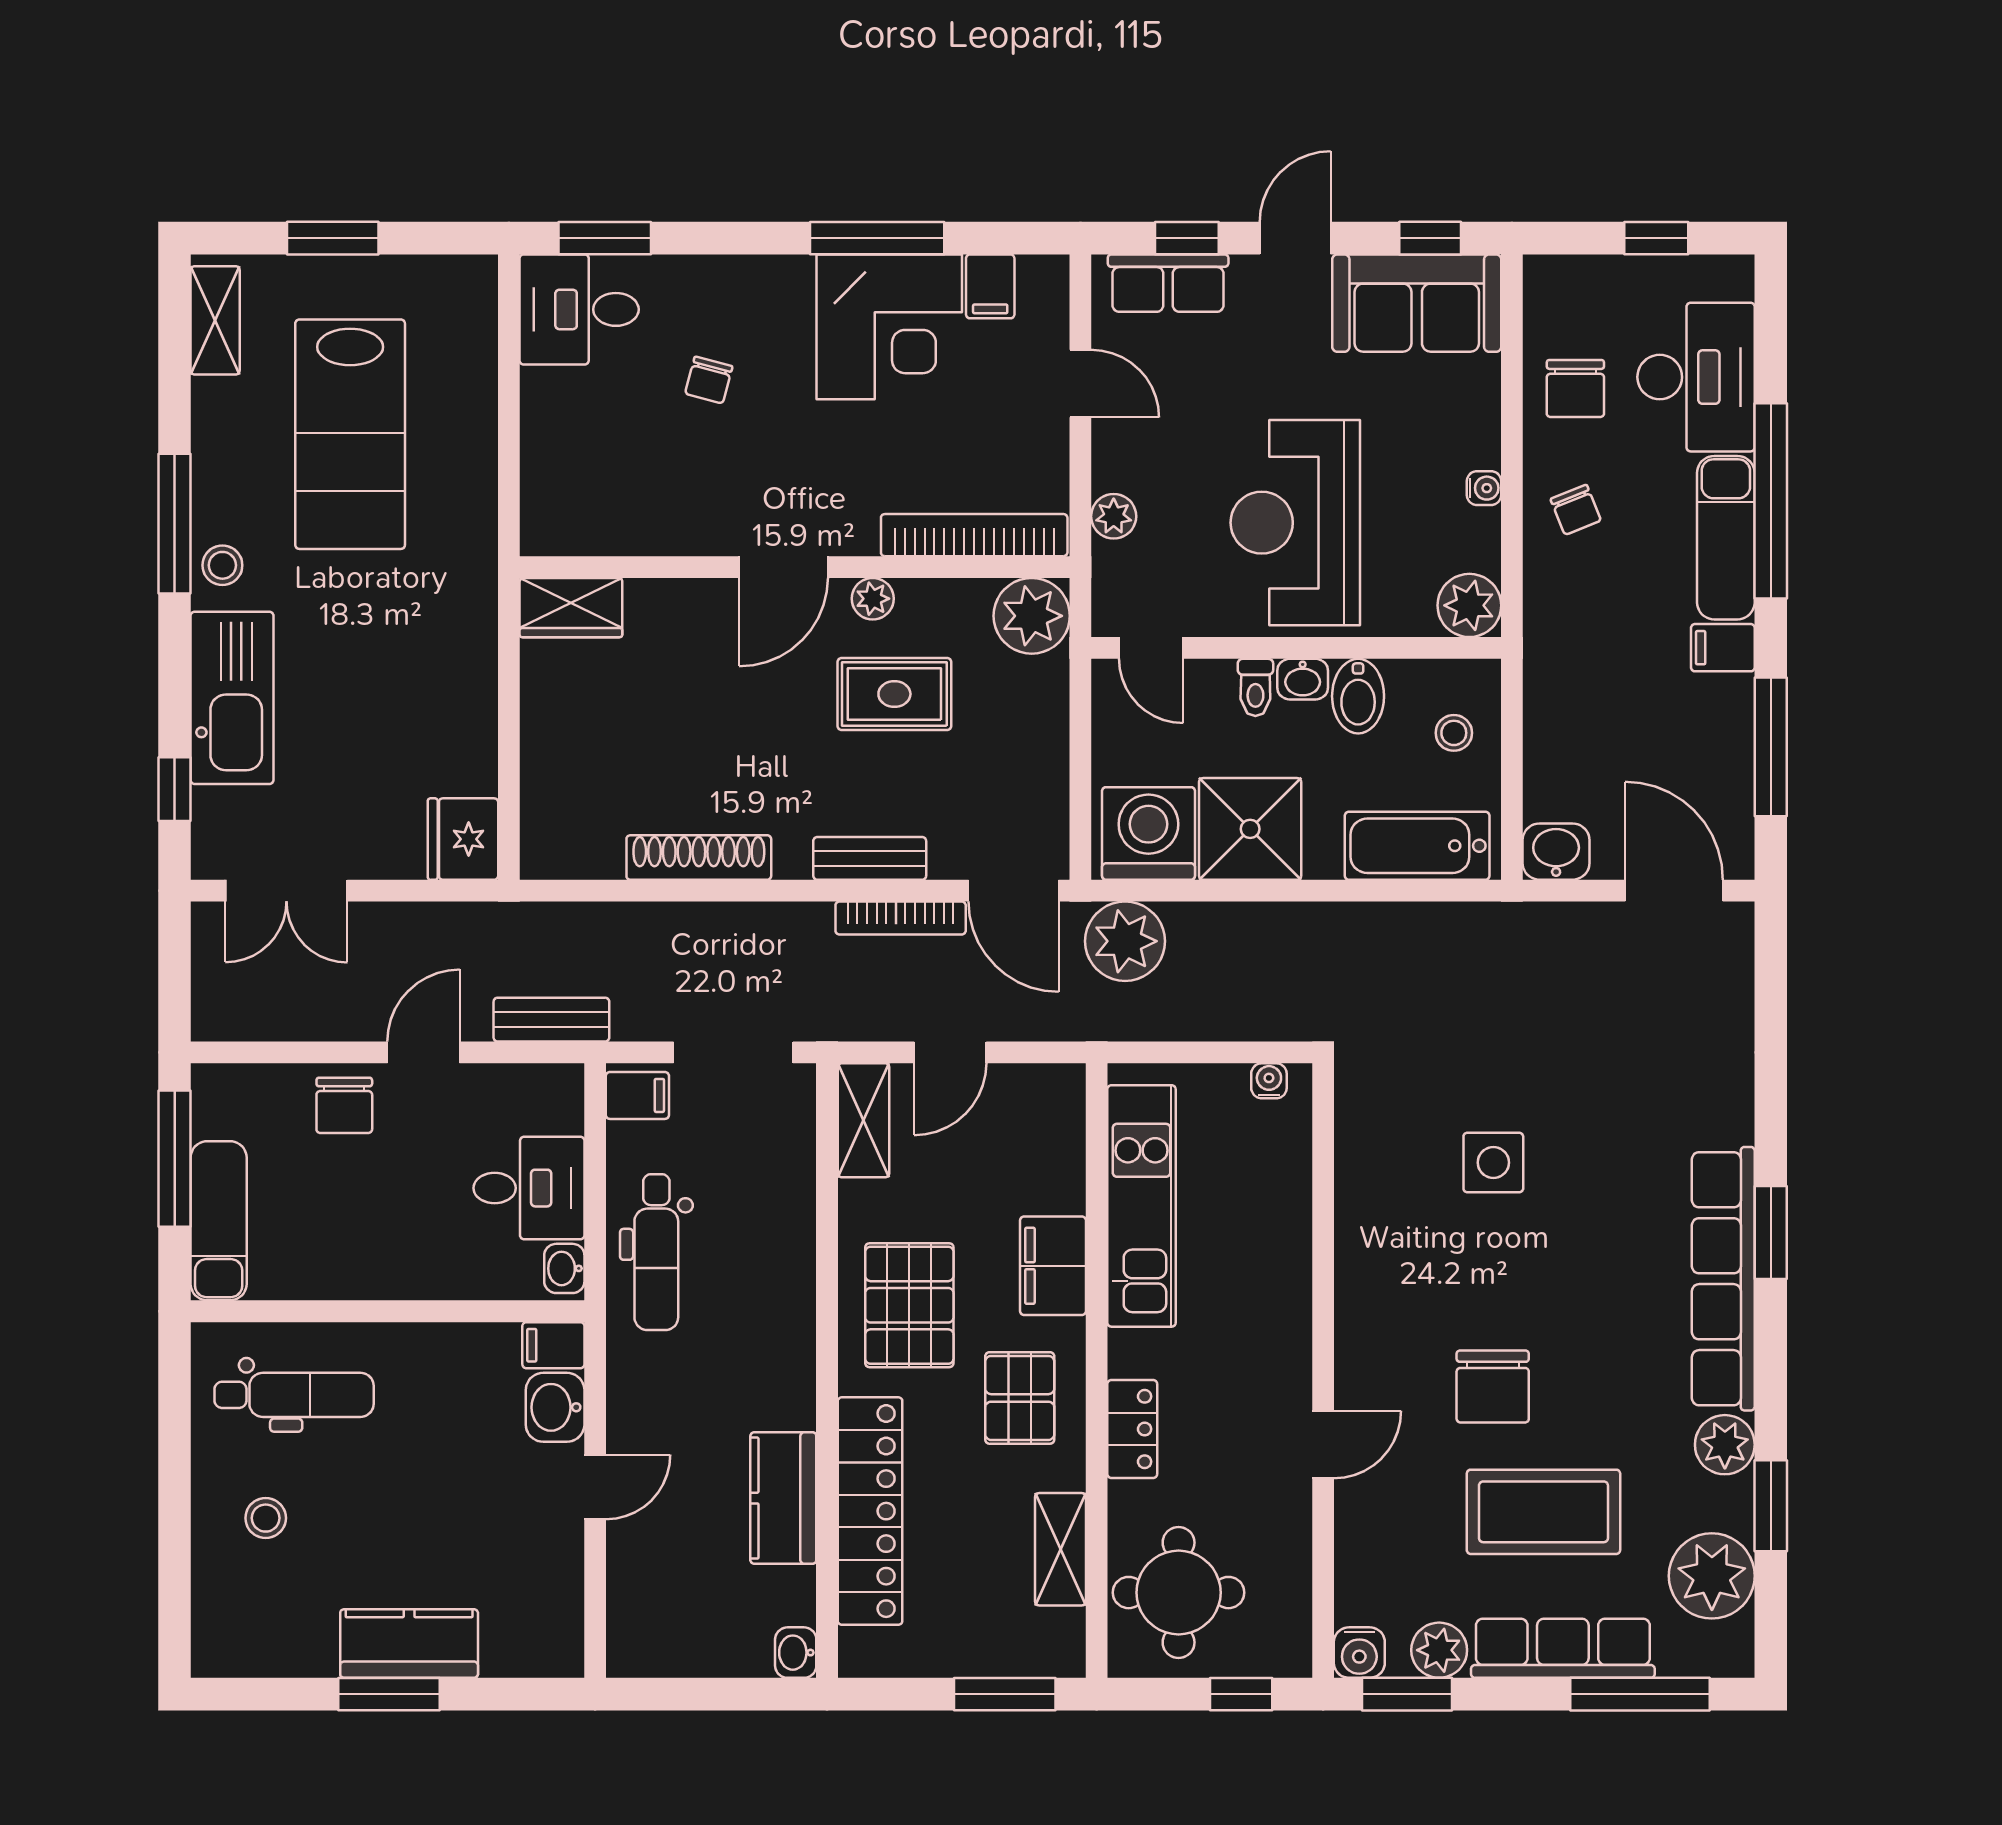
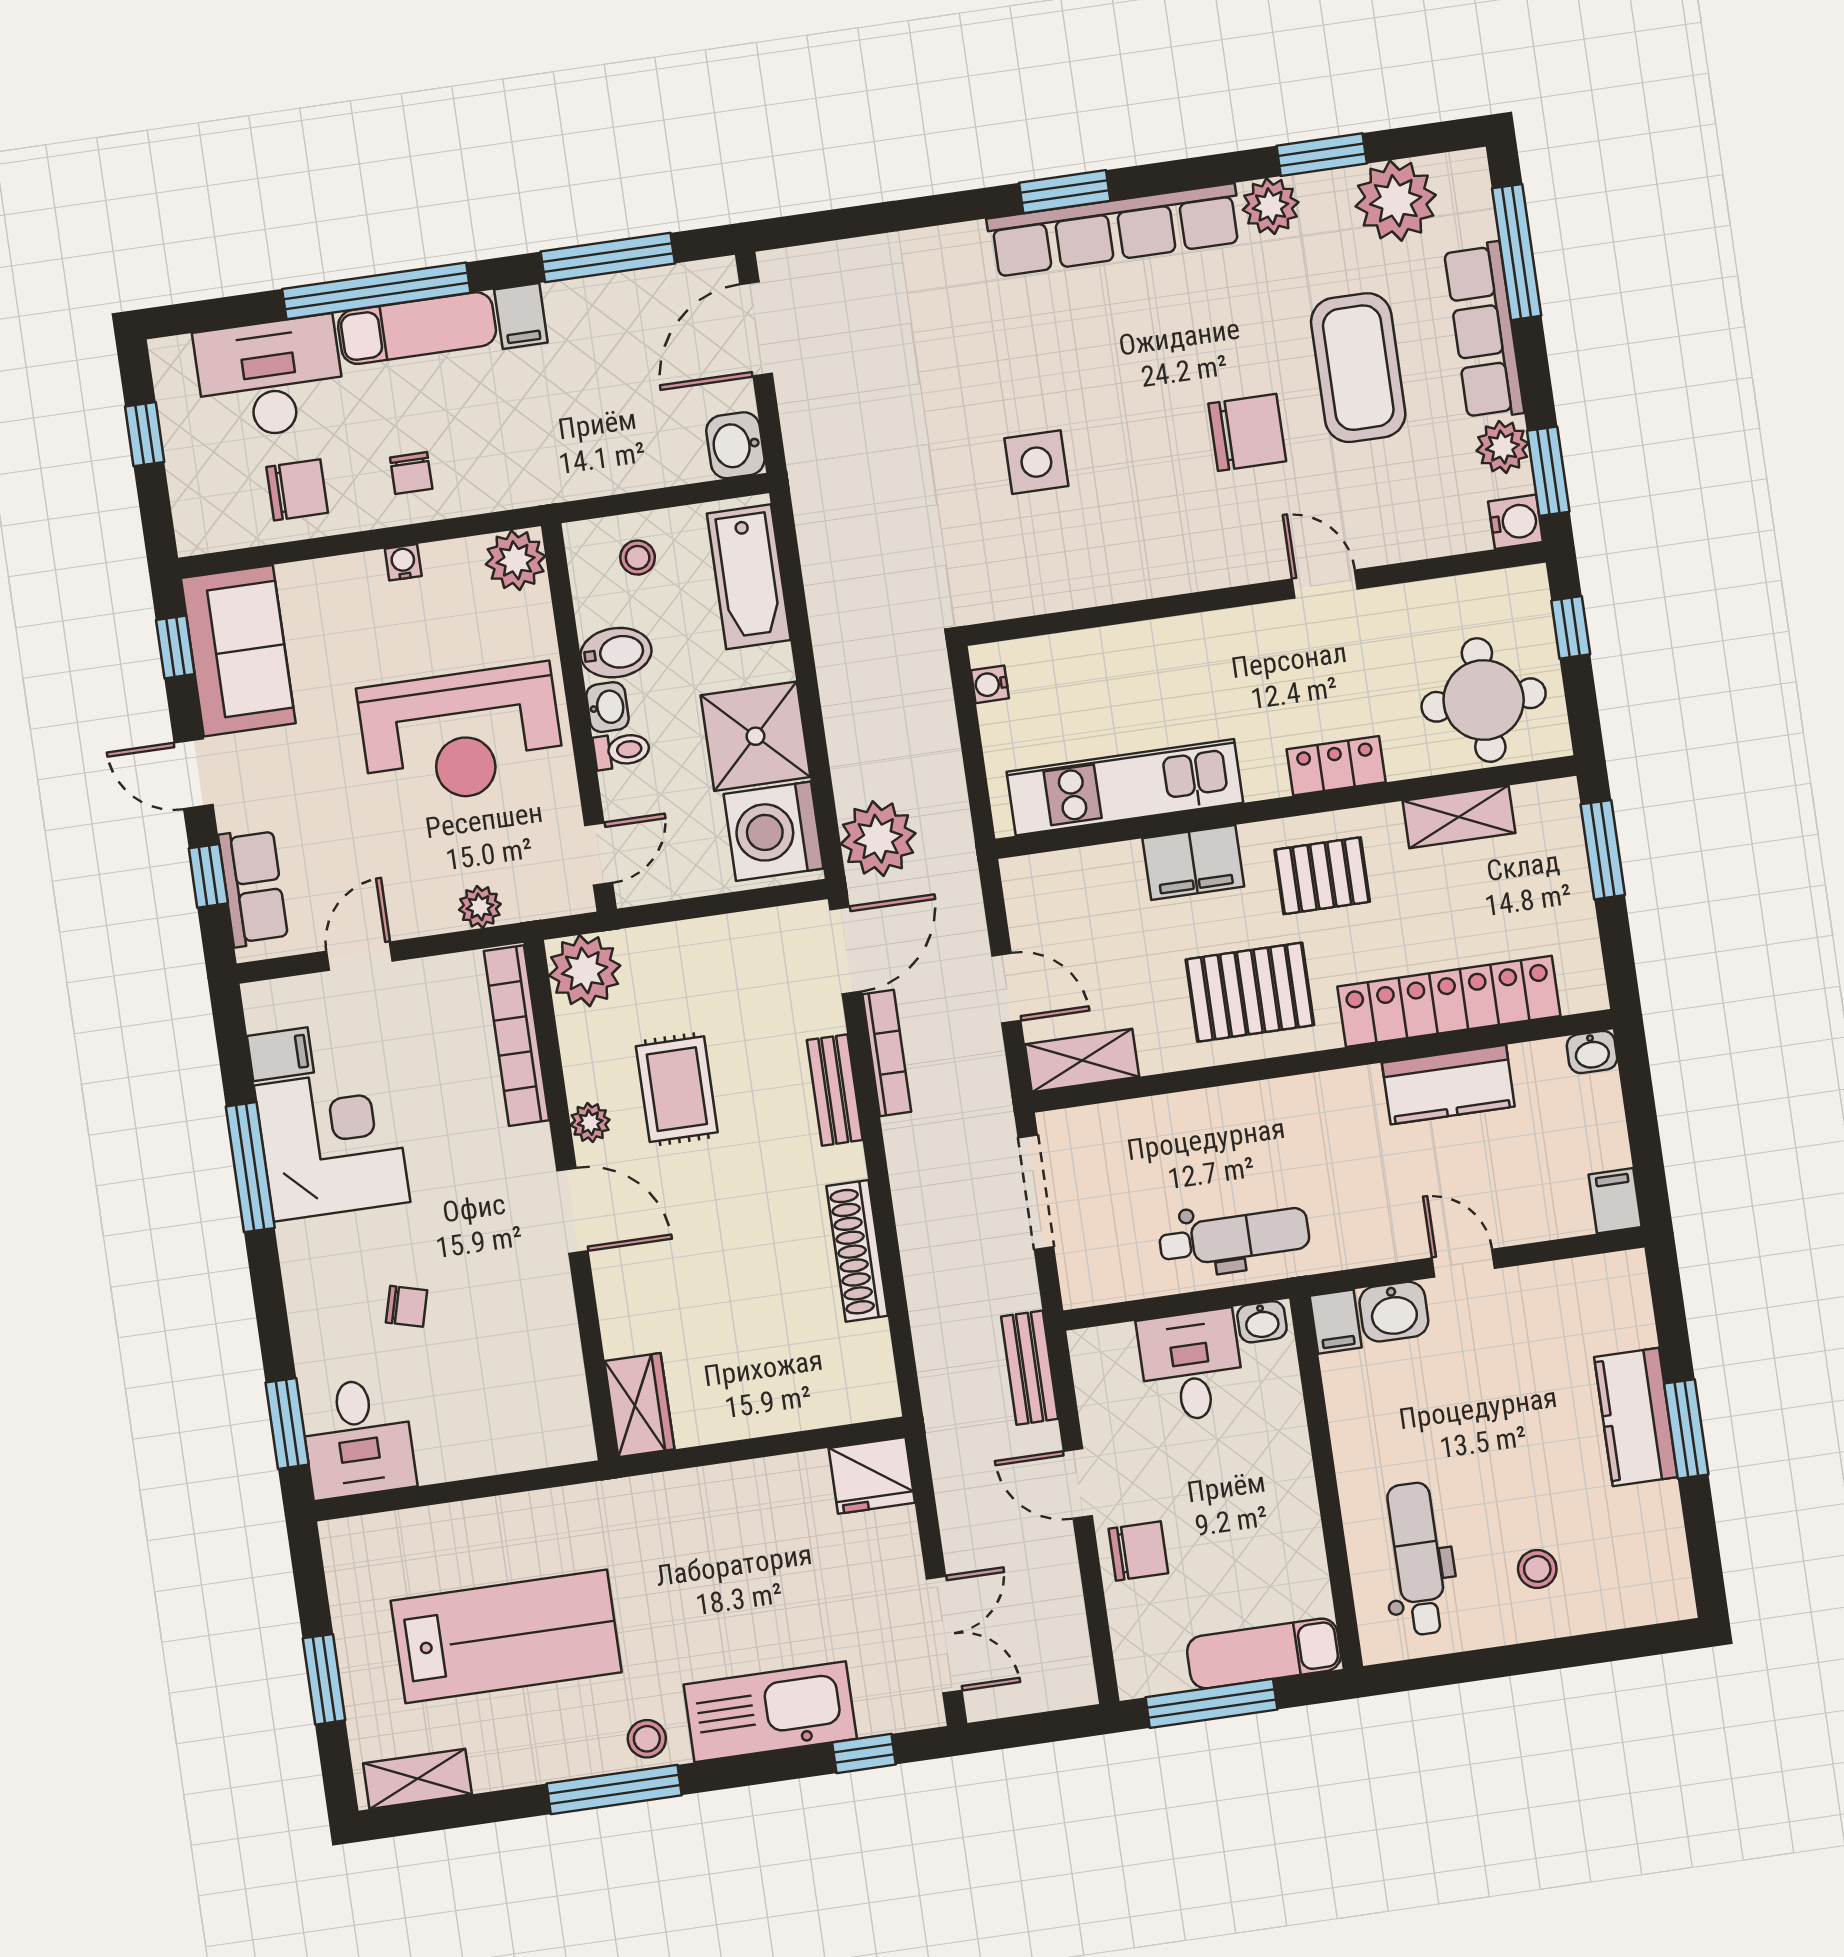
chair: (1576, 510) -> (411, 473), turned 112
filing cabinet: (637, 1095) -> (1615, 1201), moved

